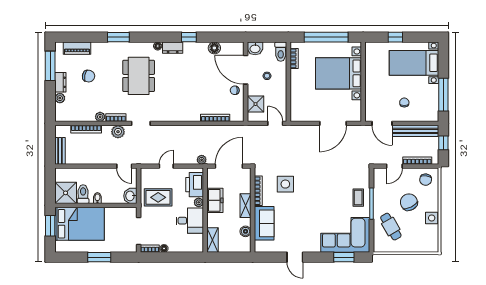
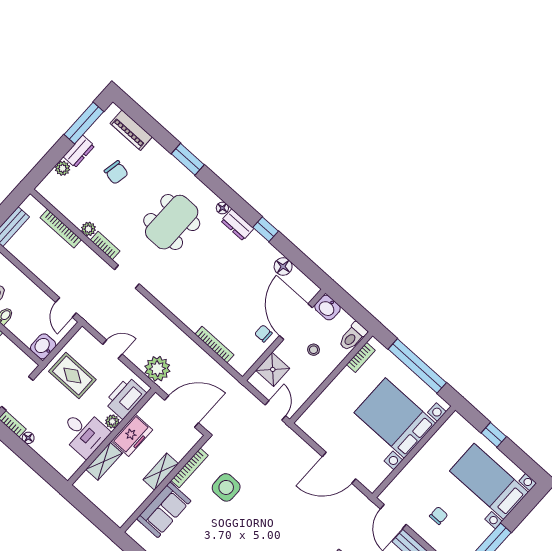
plant: (118, 132) -> (93, 263), removed
plant: (202, 160) -> (157, 369), width x1.87, depth x1.87
boiler: (246, 231) -> (135, 500), removed
shelving: (213, 240) -> (104, 461), moved

